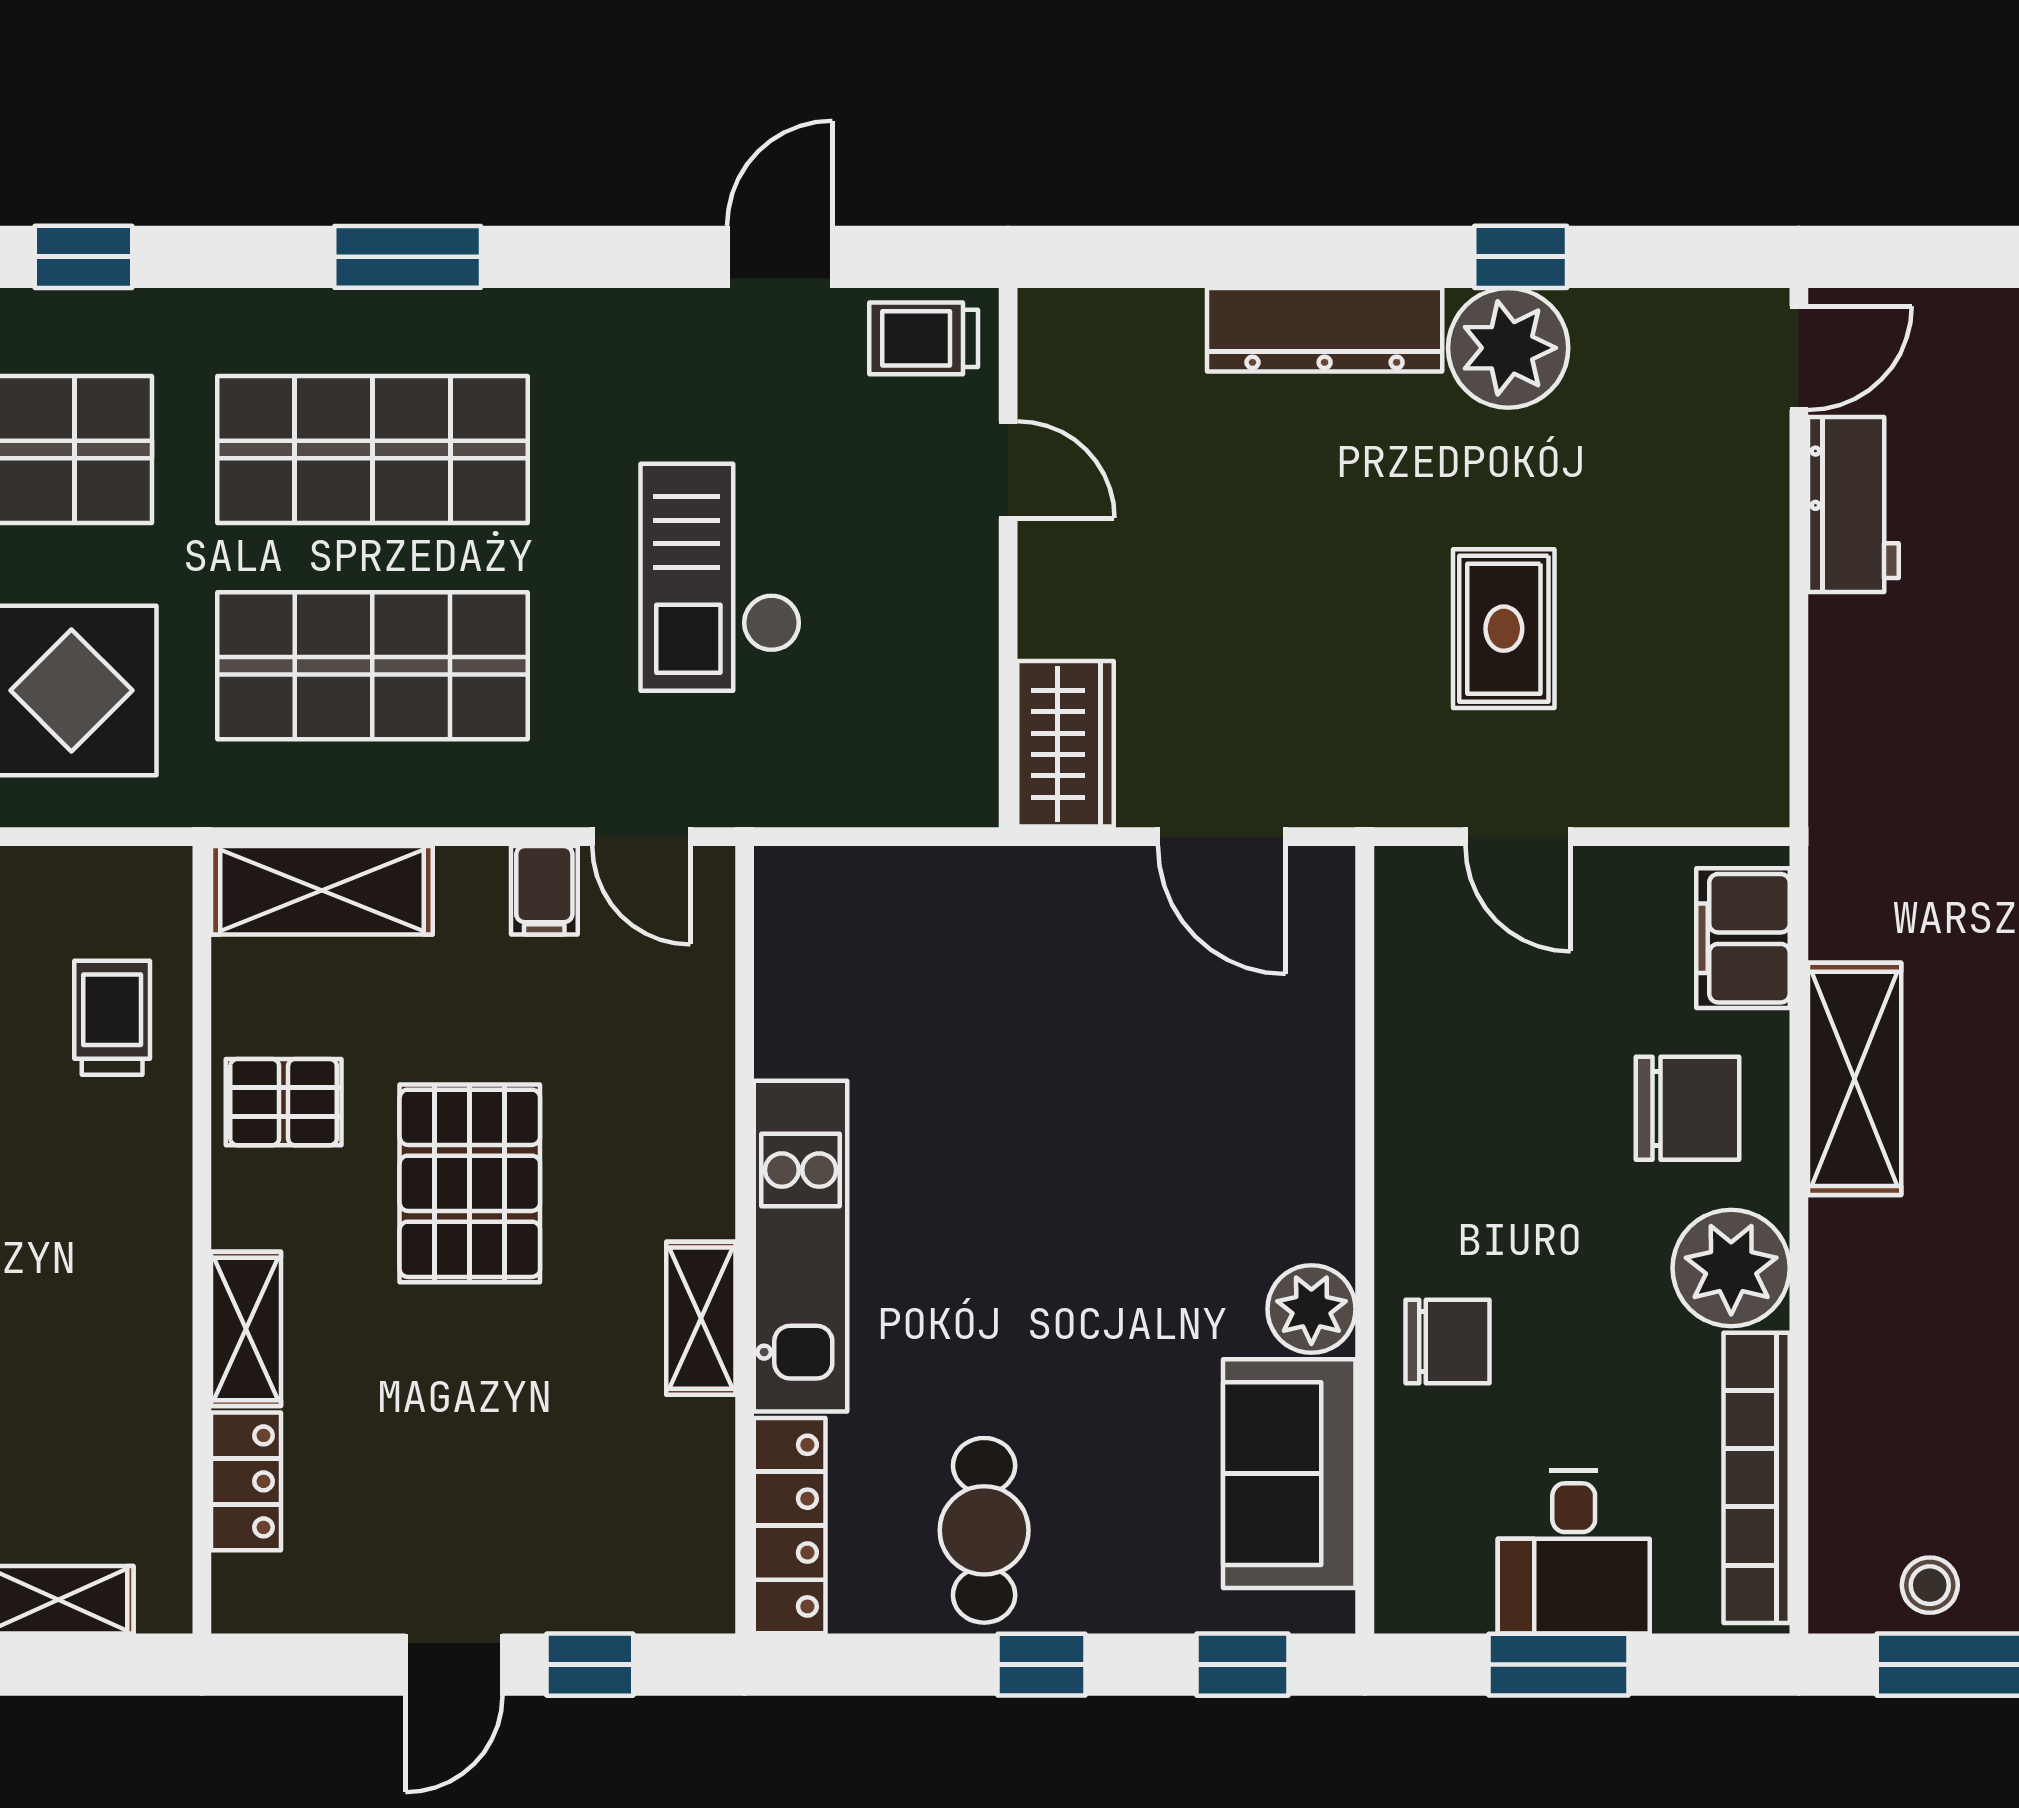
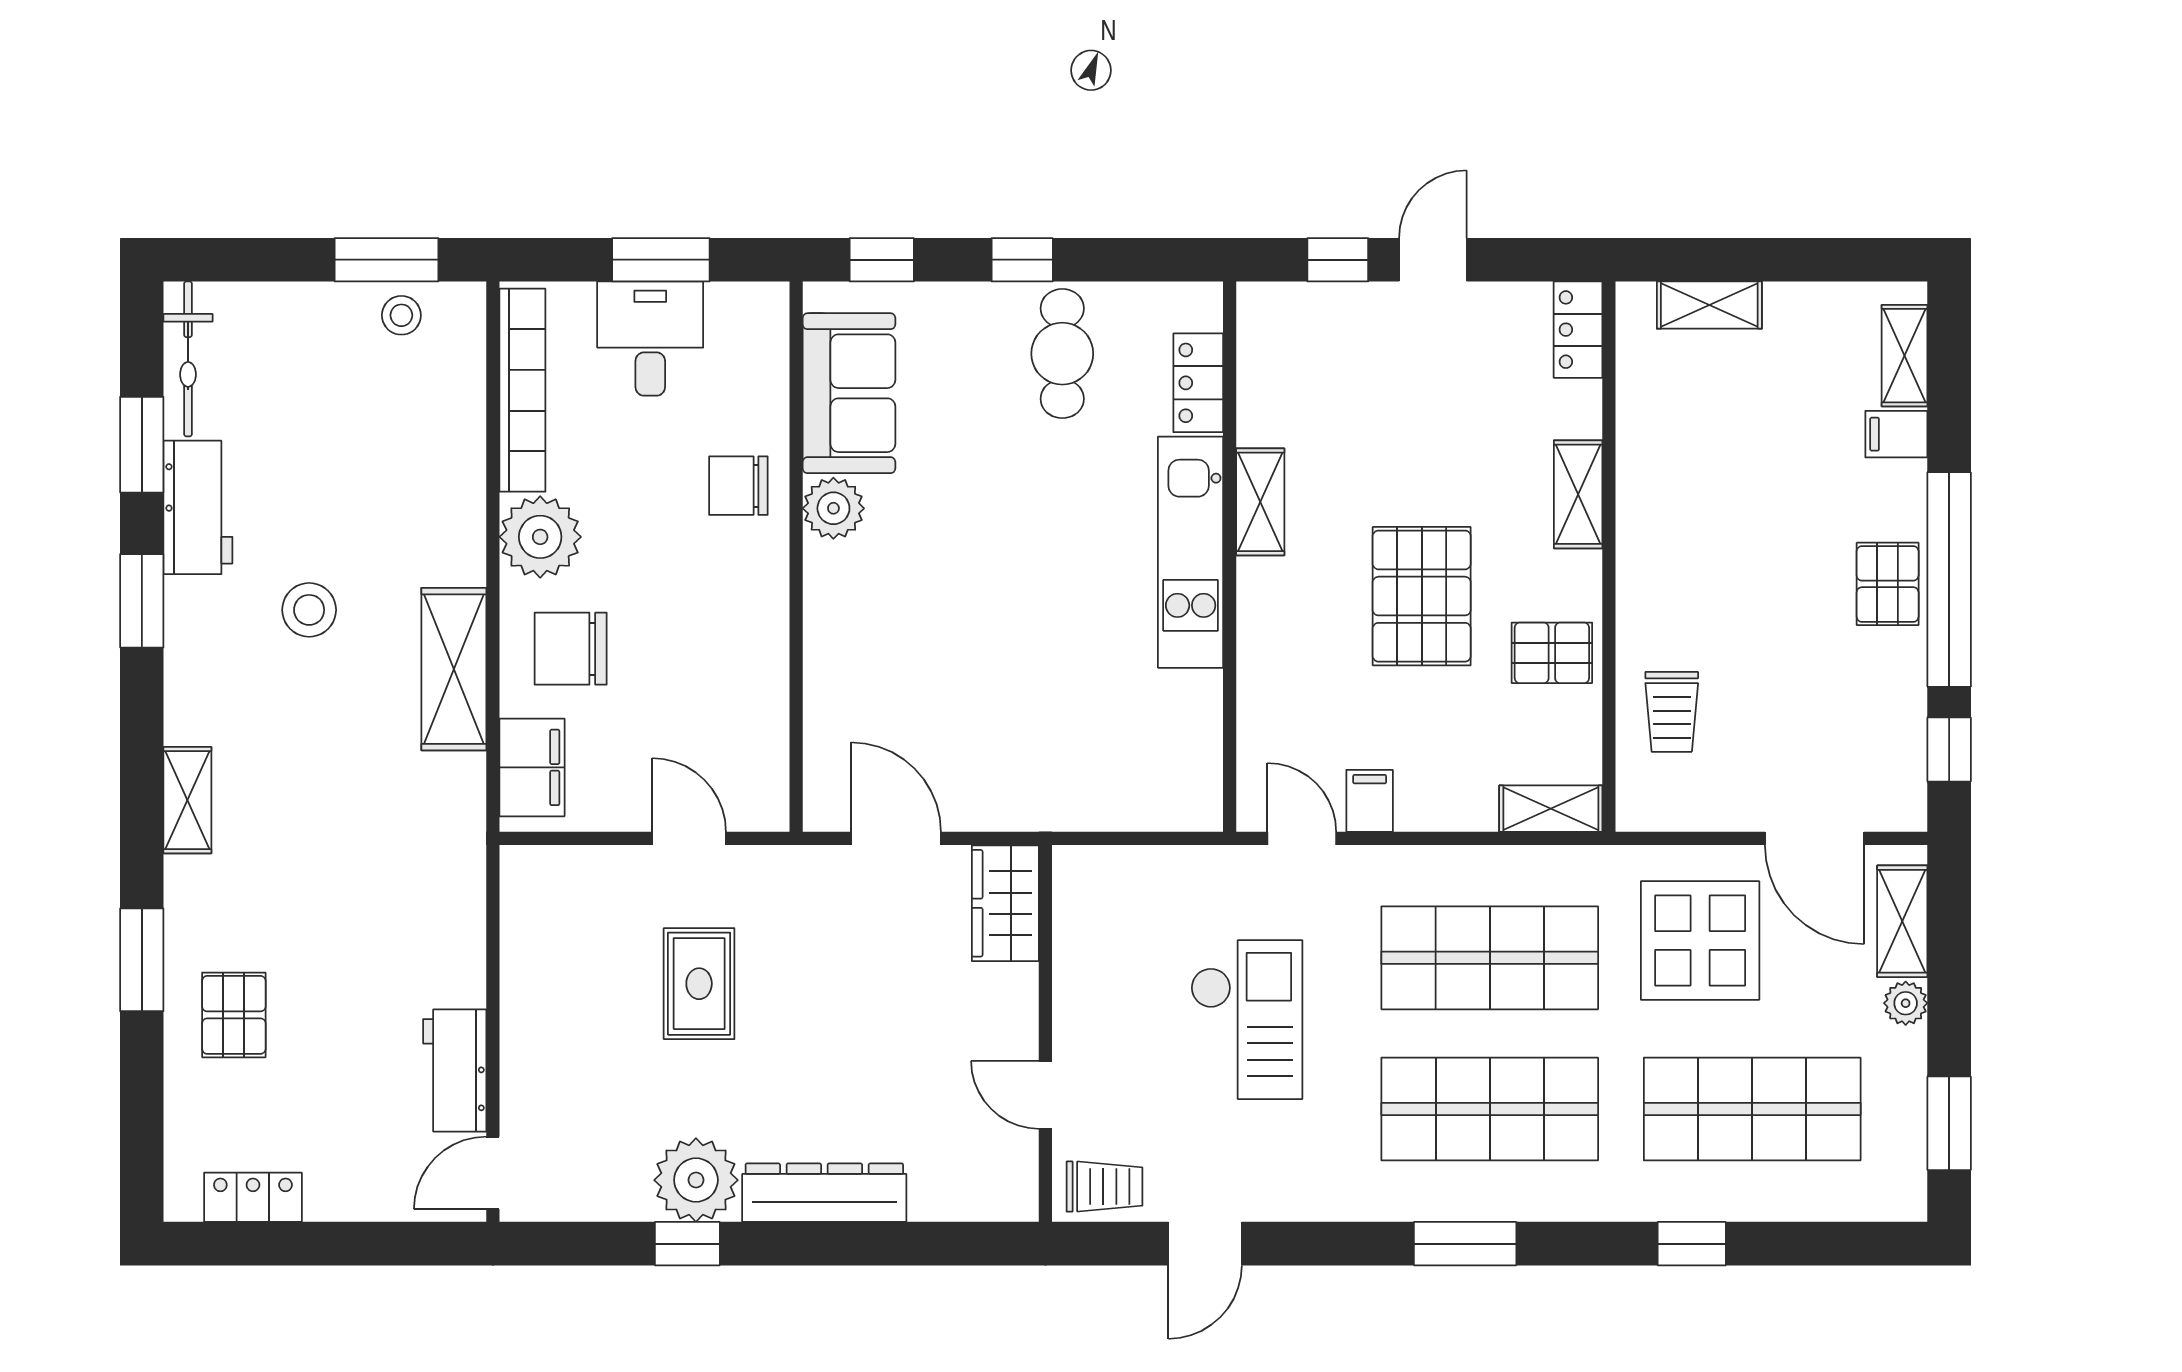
shelving: (322, 890) -> (1551, 809), width x0.67, depth x0.75
locker: (246, 1481) -> (1578, 330), moved
locker: (790, 1526) -> (1198, 383), width x0.66

